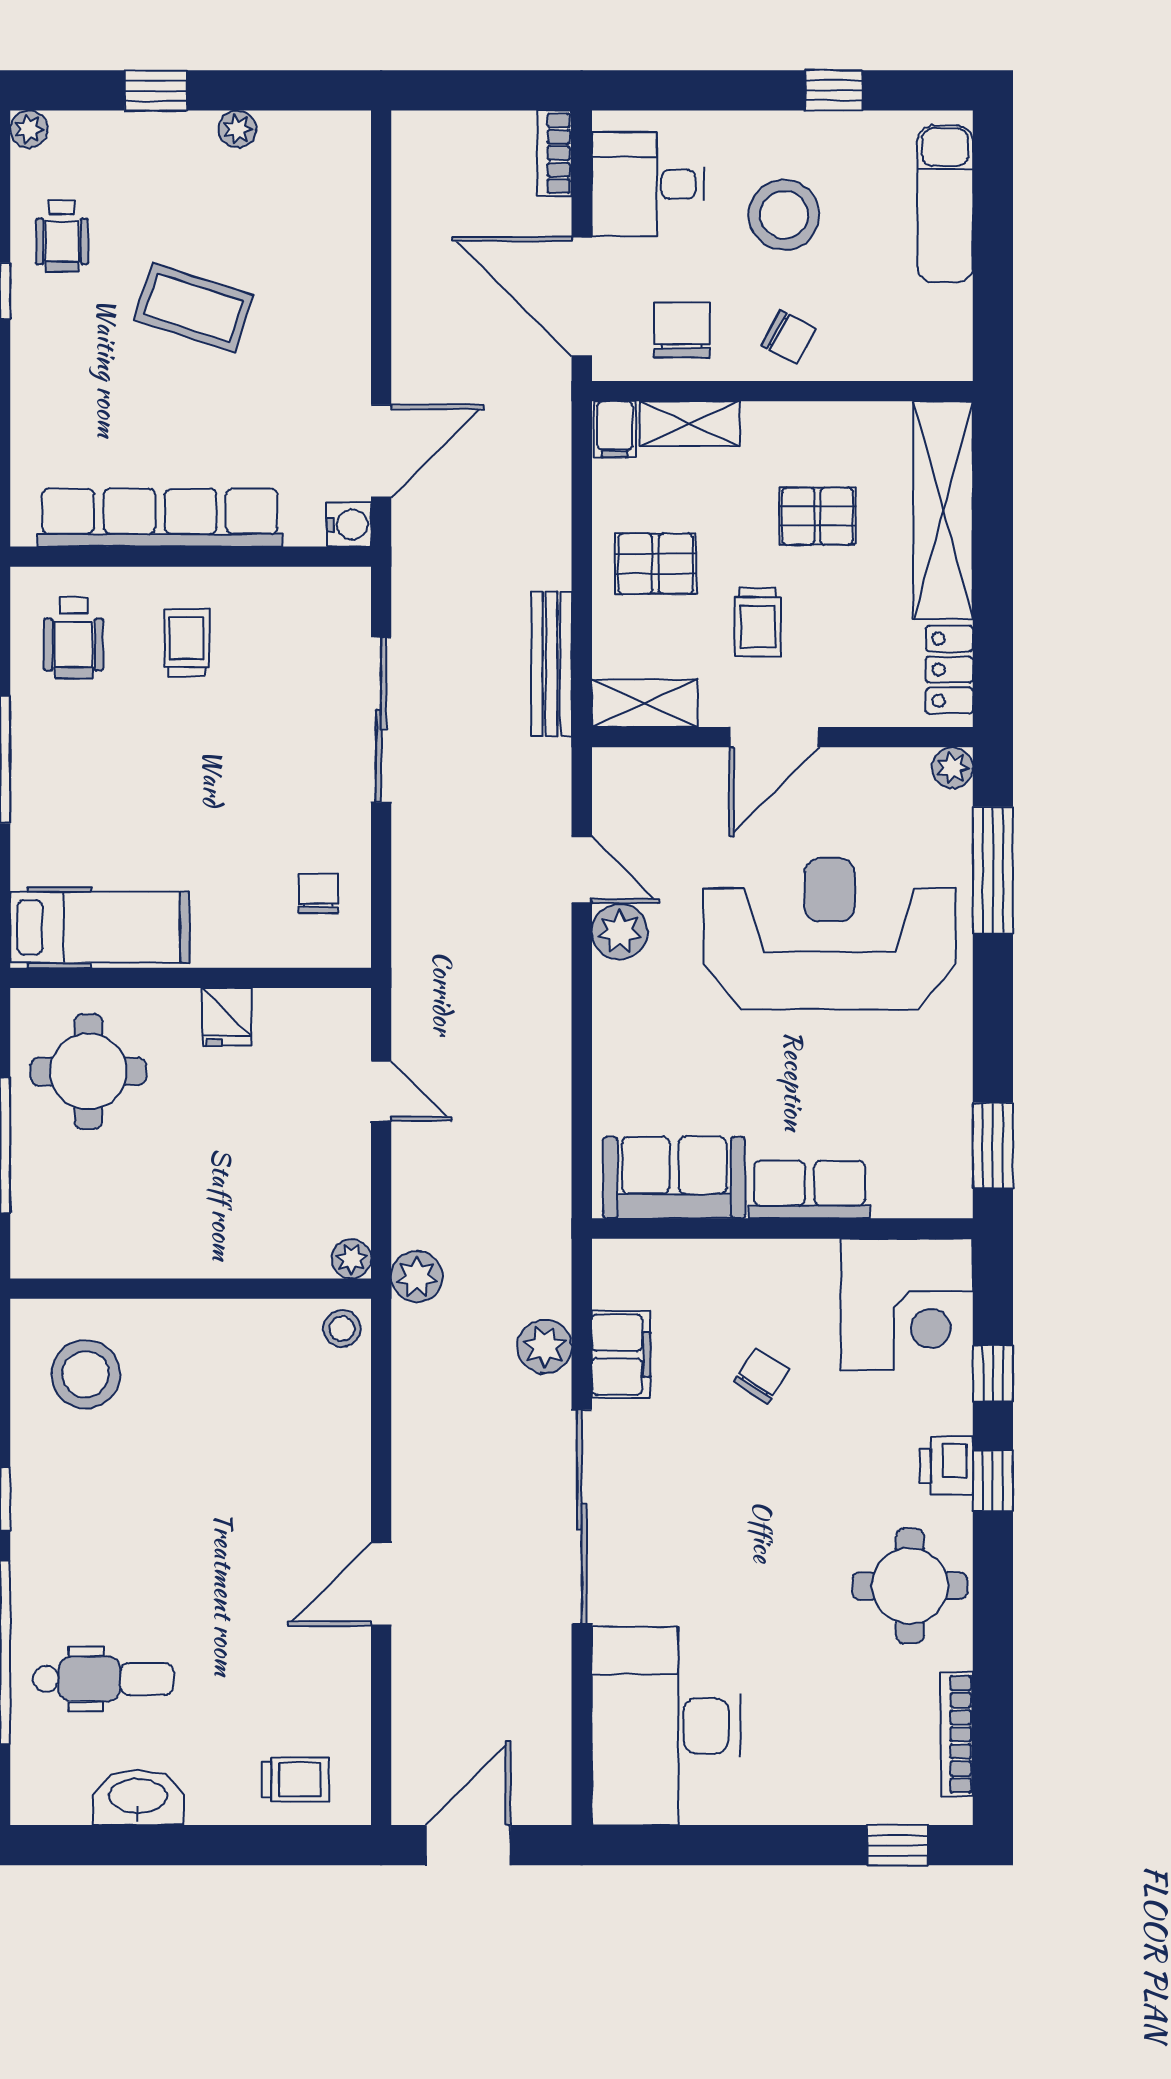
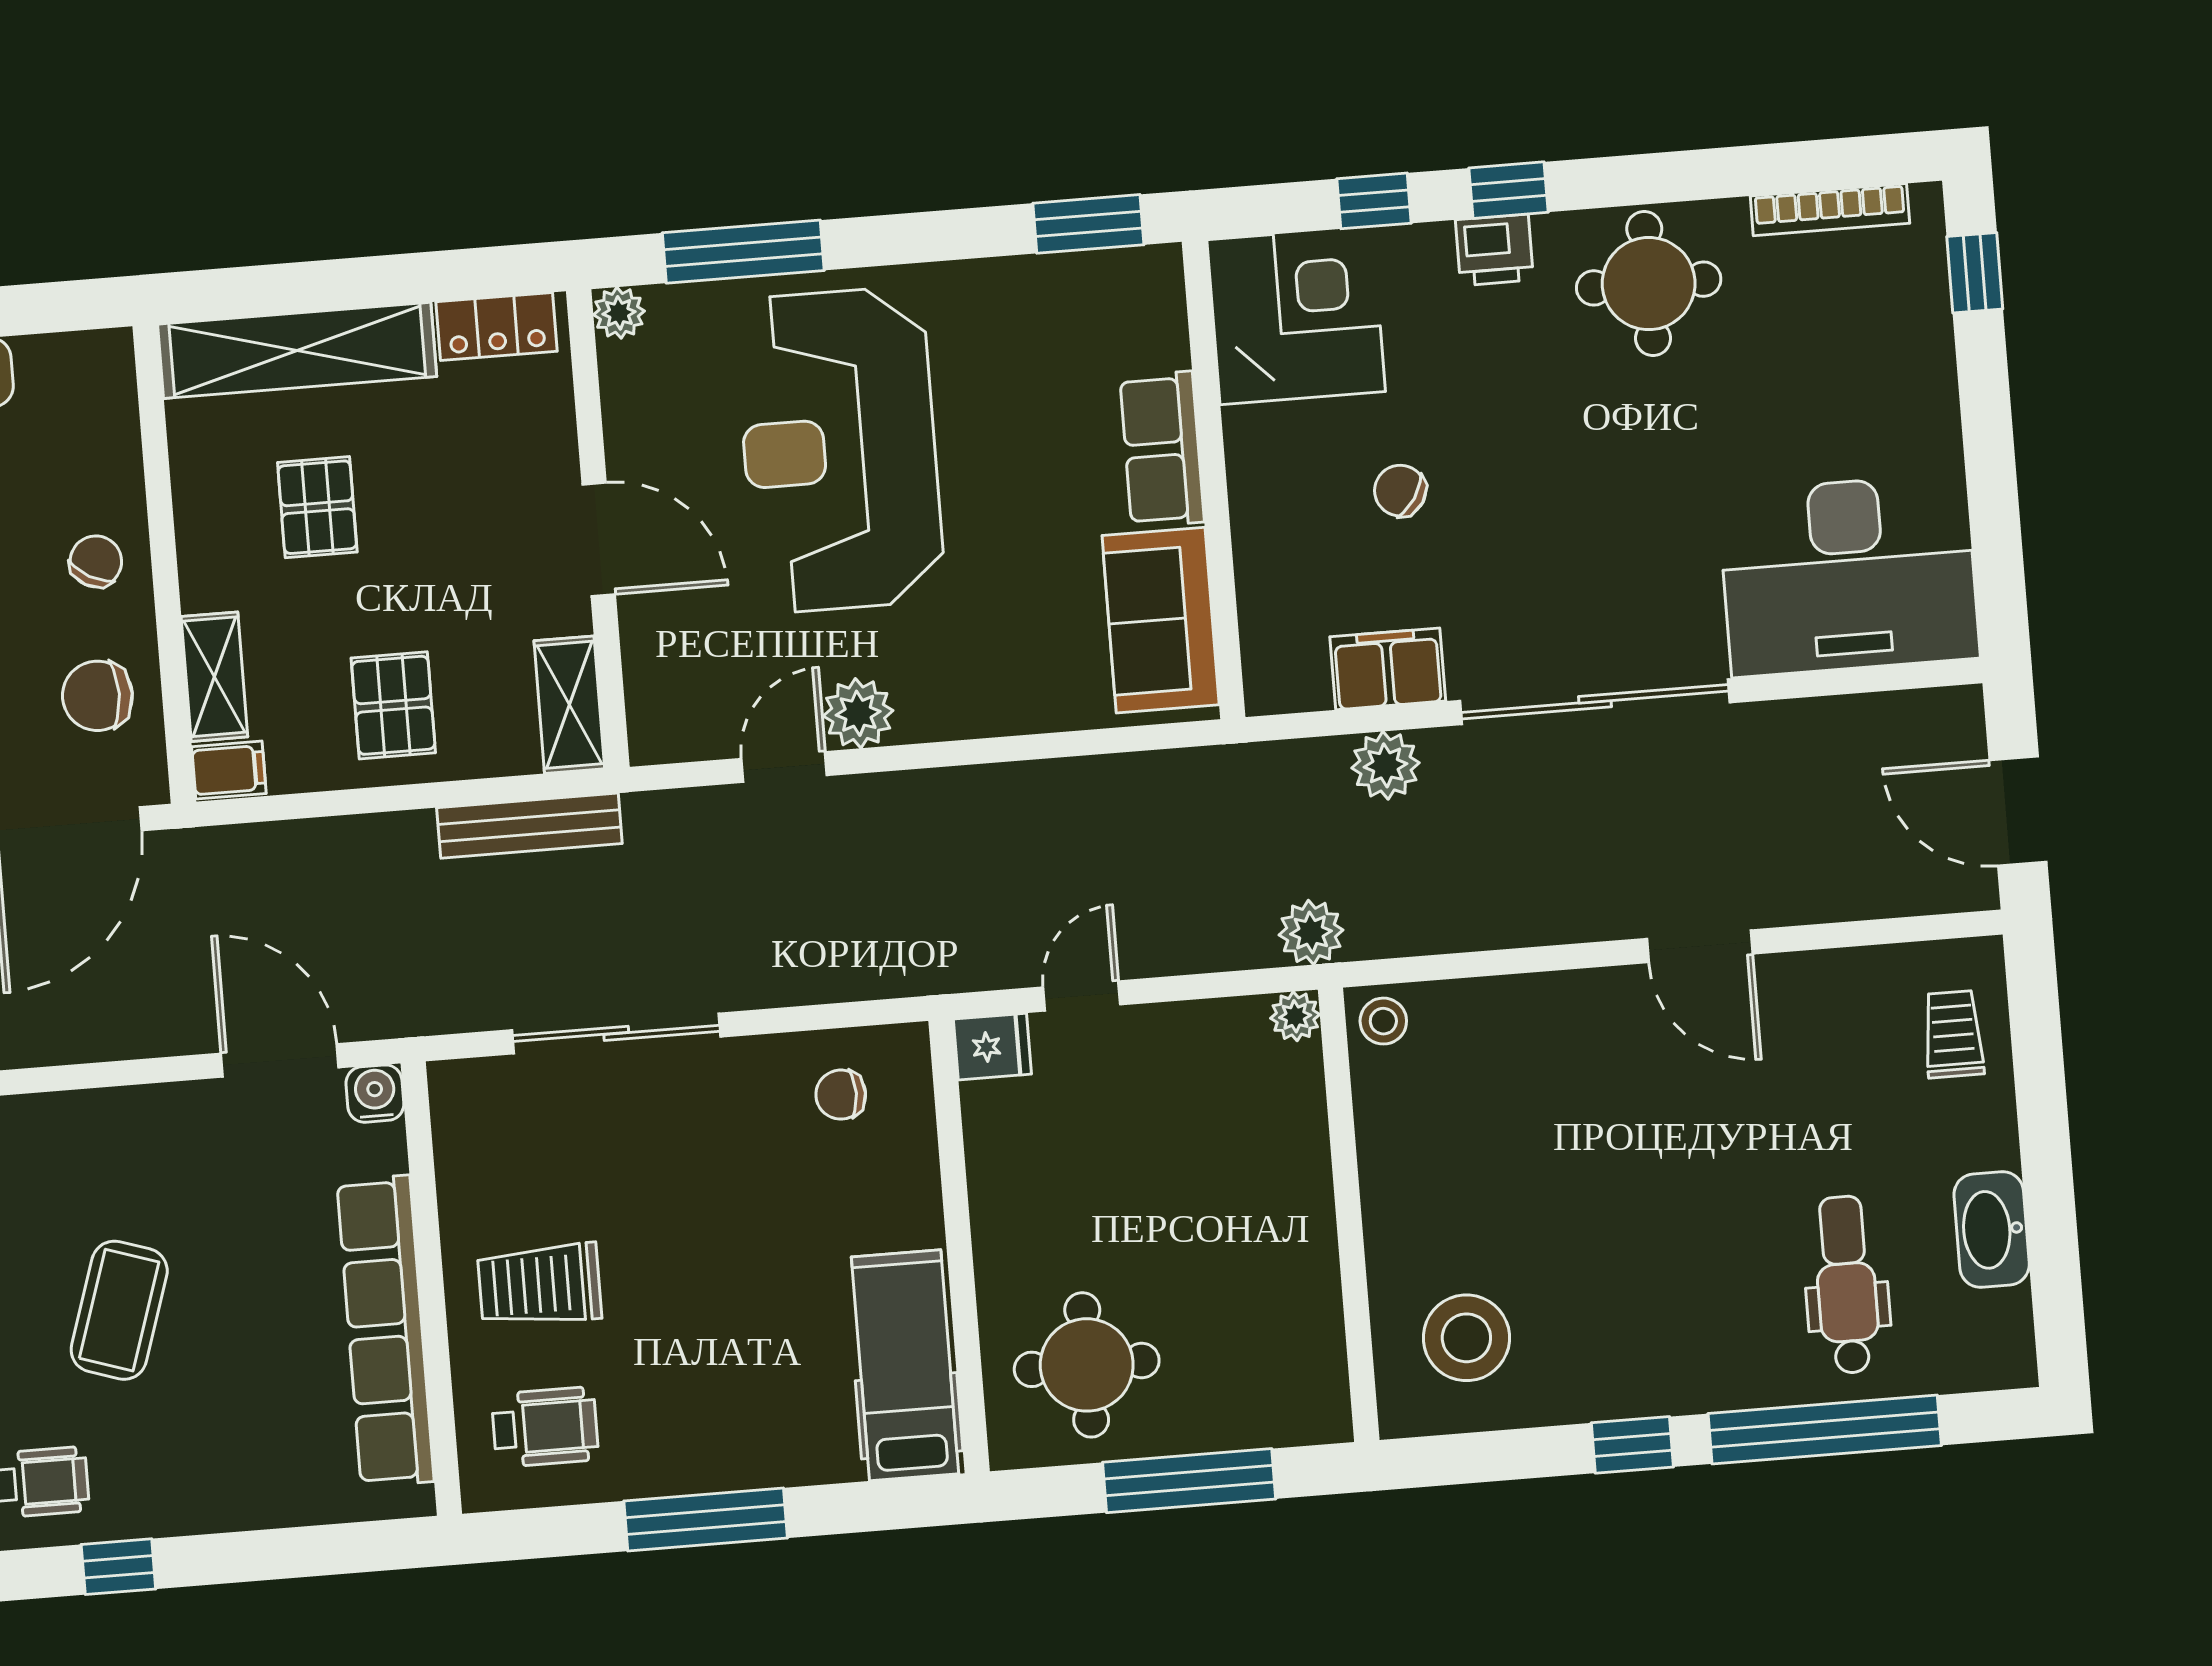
trolley: (758, 622) -> (456, 571), removed
trolley: (187, 643) -> (540, 1285), width x1.36, depth x1.39
fridge: (227, 1017) -> (992, 1047), moved

